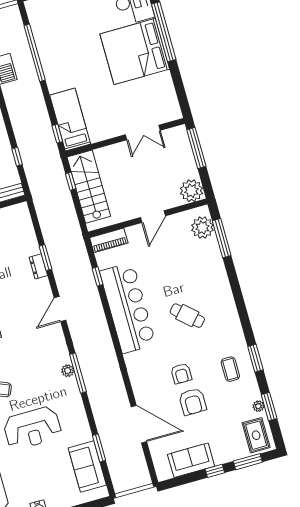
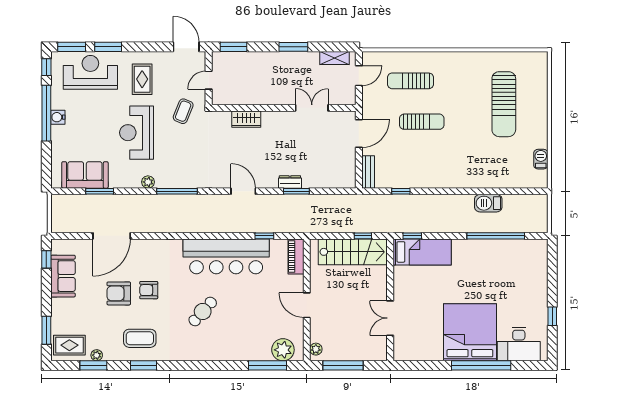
window: (196, 148) -> (343, 365), moved
plant: (191, 191) -> (316, 349), width x0.53, depth x0.53
coffee table: (230, 369) -> (140, 338), width x1.36, depth x1.30
plant: (68, 371) -> (148, 182), moved
window: (215, 471) -> (46, 259), moved

